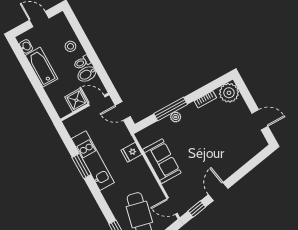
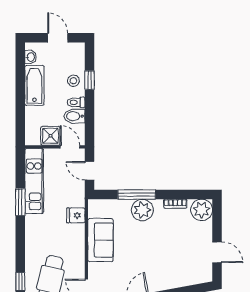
window: (83, 39) -> (89, 80), added
plant: (176, 117) -> (142, 210), width x1.88, depth x1.88
kitchen unit: (93, 161) -> (34, 181), moved

